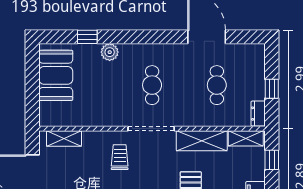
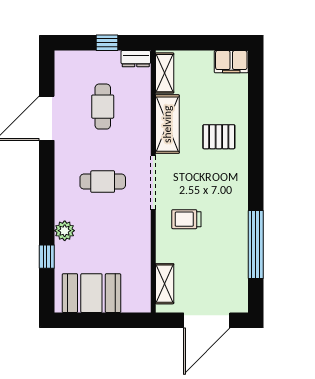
cafe table: (217, 85) -> (103, 107), turned 90
window: (272, 160) -> (189, 43), removed

